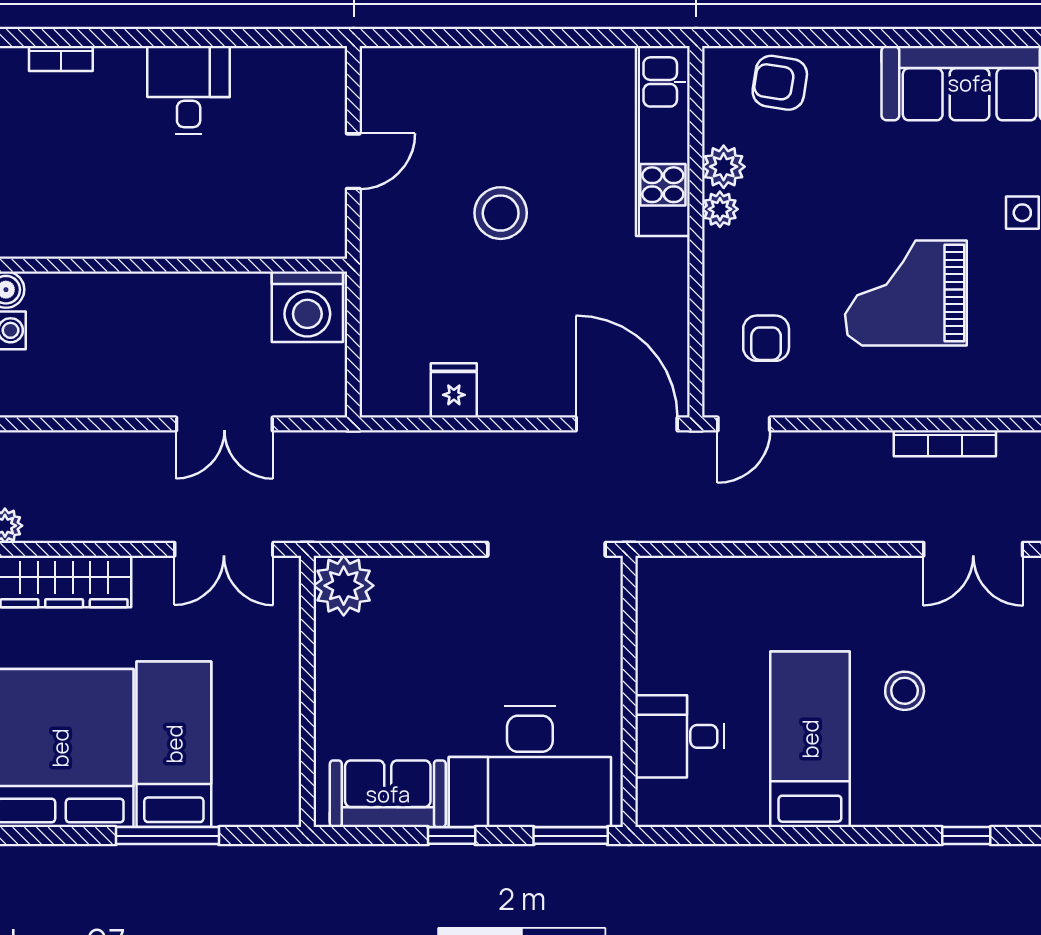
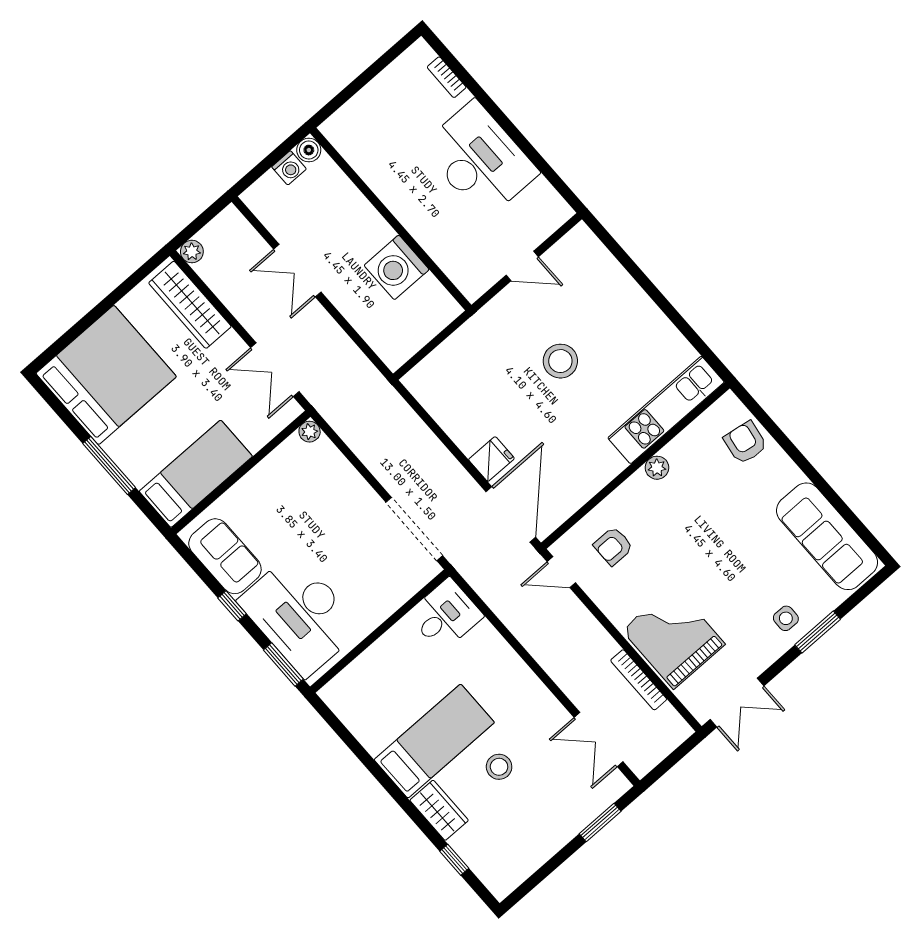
desk: (189, 90) -> (480, 160), width x1.87, depth x1.30
plant: (724, 167) -> (680, 451), removed
grand piano: (906, 293) -> (673, 637), moved
washing machine: (307, 307) -> (397, 267), moved
fridge: (454, 390) -> (491, 459), moved
double door: (224, 424) -> (297, 271), moved
plant: (344, 586) -> (310, 432), width x0.53, depth x0.53
desk: (680, 736) -> (445, 615), moved, turned 90
bed: (174, 744) -> (196, 474), moved
wardrobe: (894, 803) -> (439, 810), added

